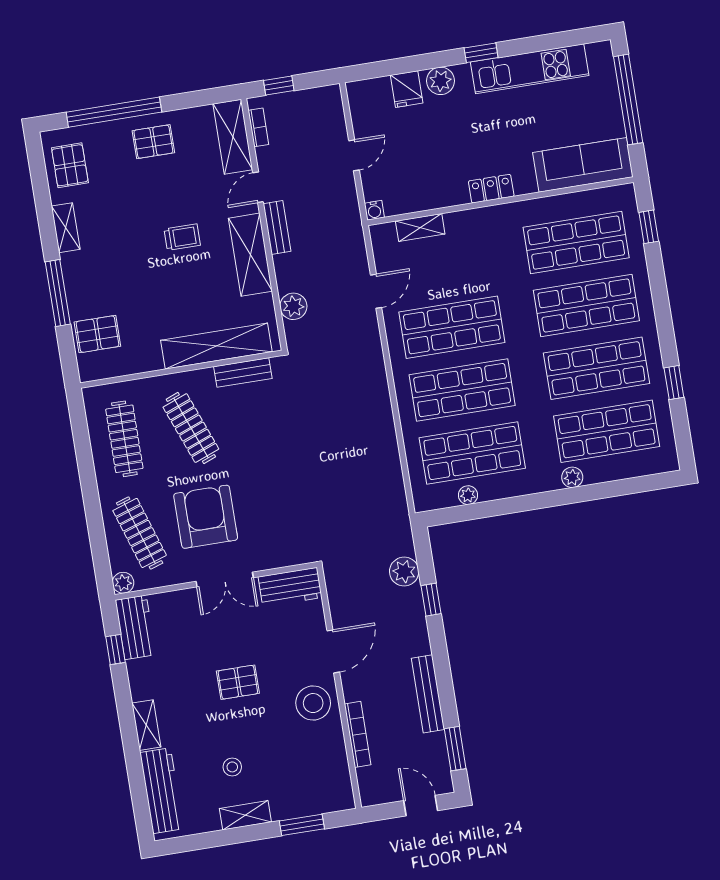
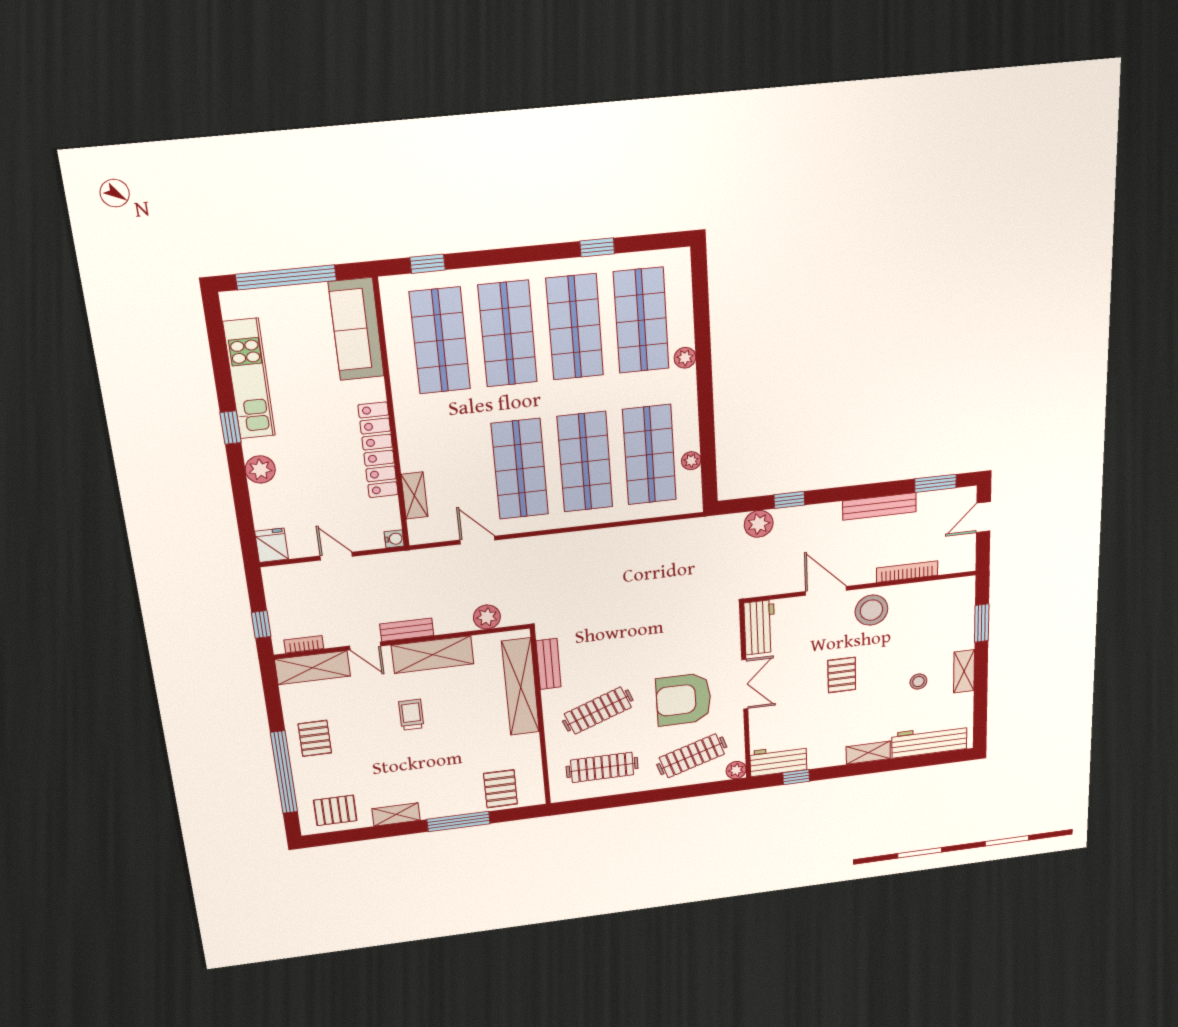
fridge: (407, 89) -> (272, 545), moved, turned -90
locker: (491, 189) -> (378, 450), width x2.16, depth x1.21

